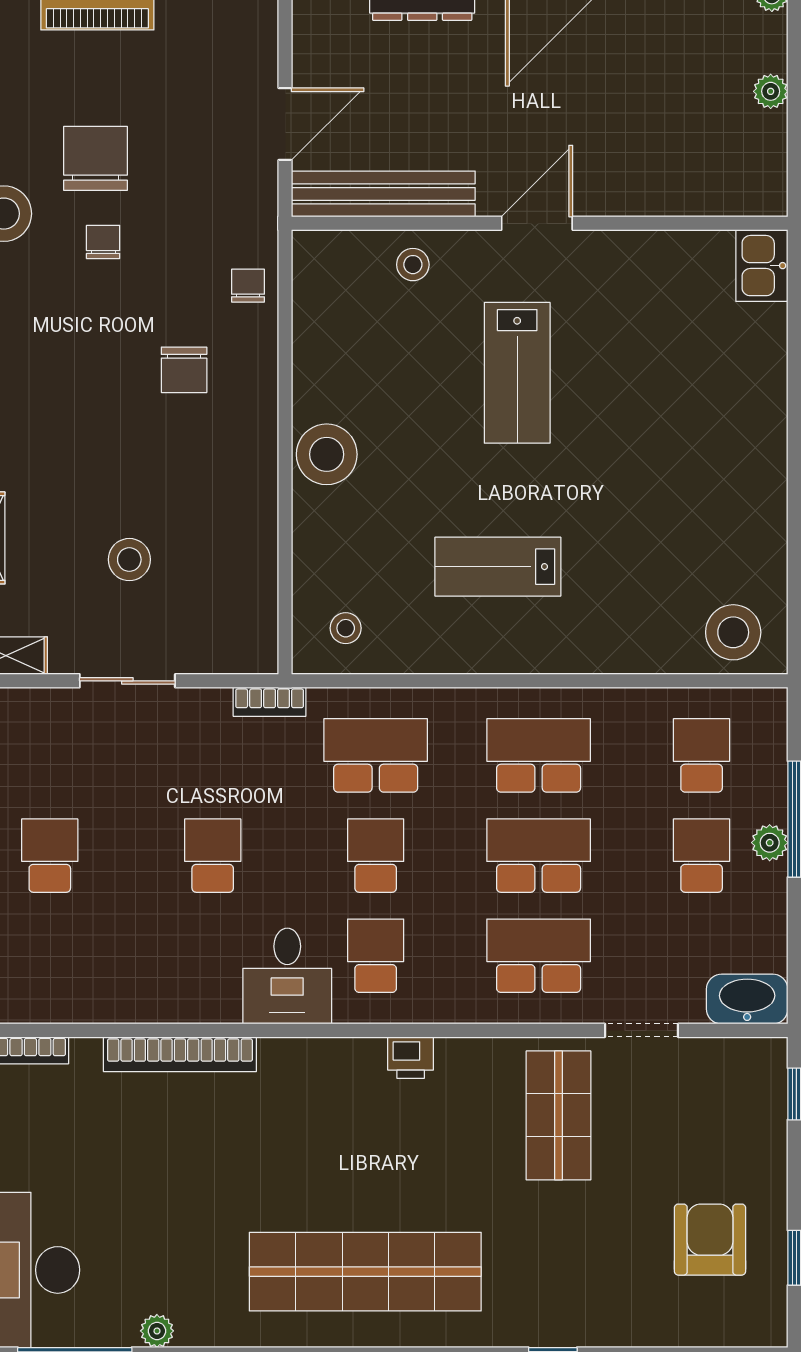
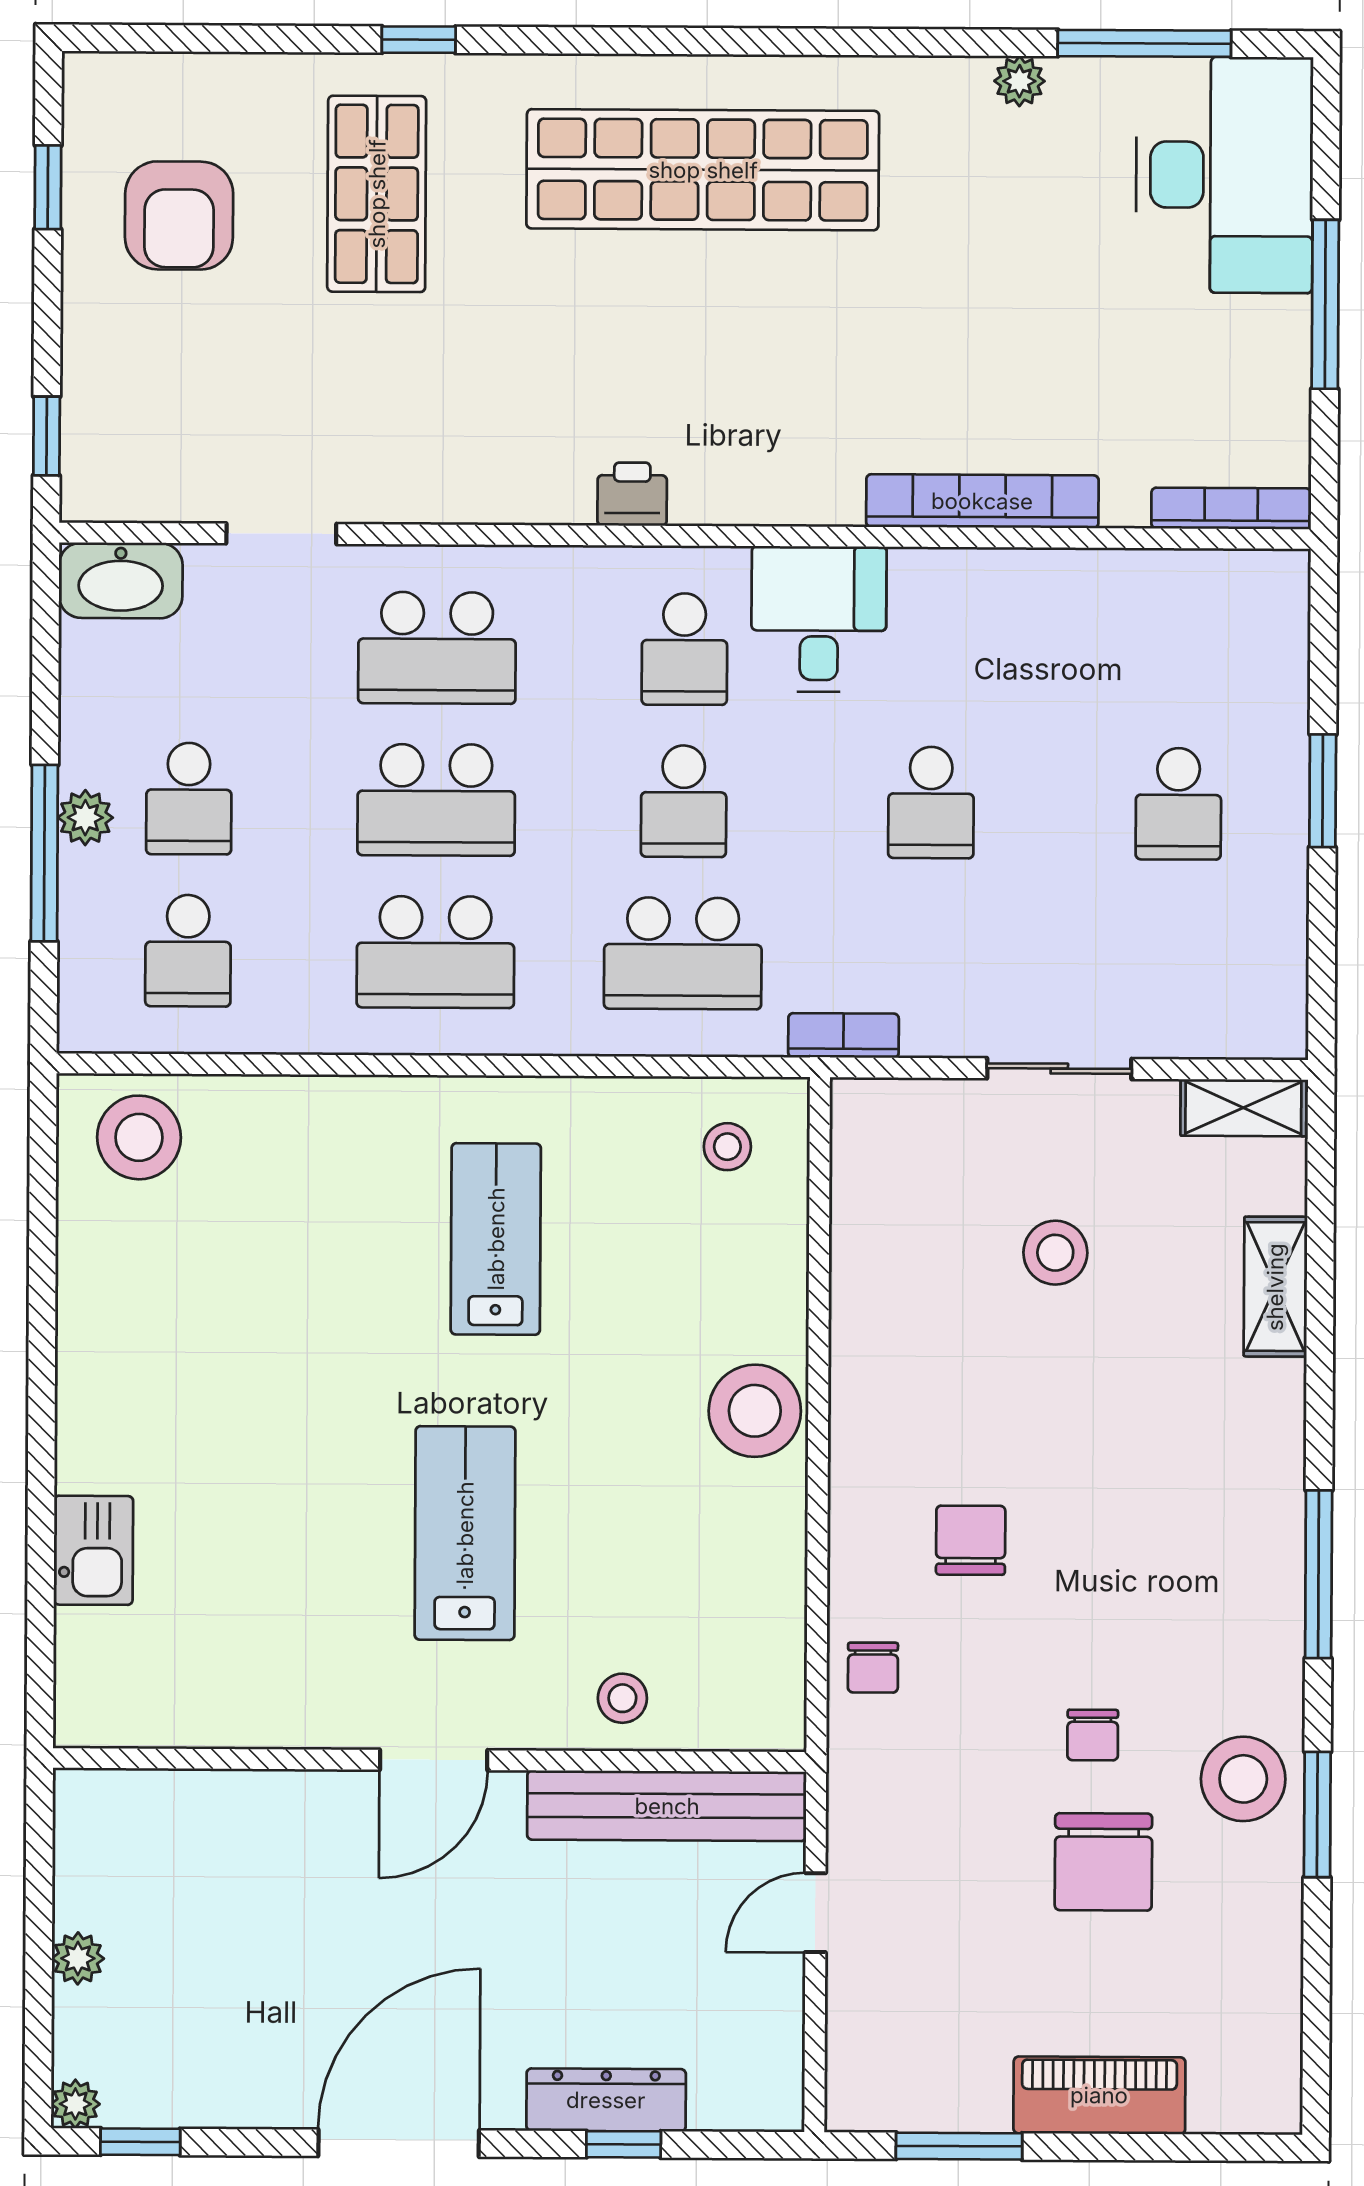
door: (285, 124) -> (815, 1913), width x0.73
kitchen sink: (762, 266) -> (93, 1550), moved
lab bench: (498, 567) -> (496, 1239), turned -90
shop shelf: (559, 1115) -> (377, 194), moved

